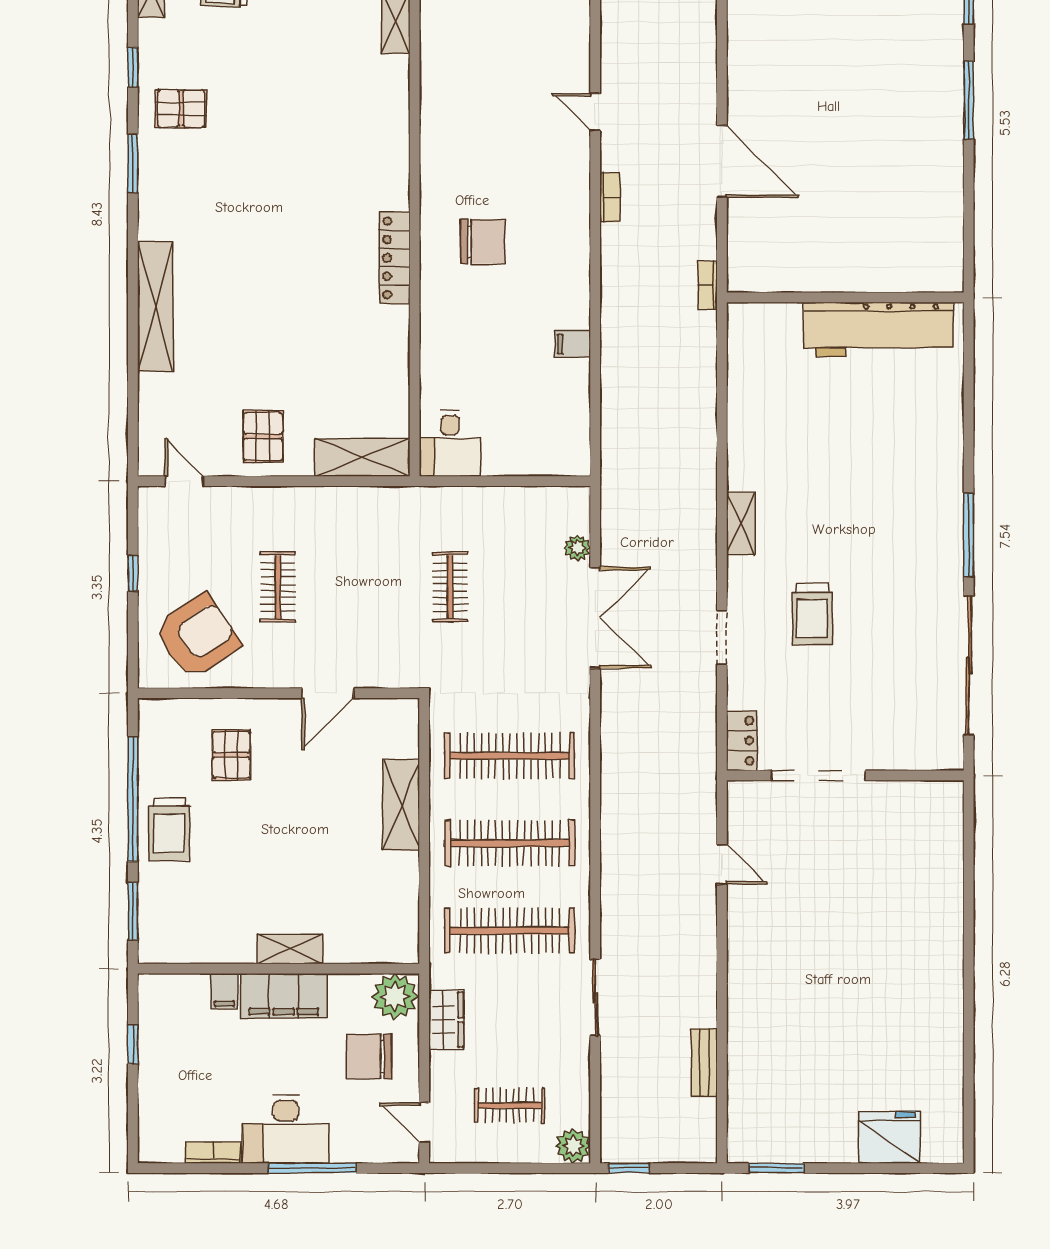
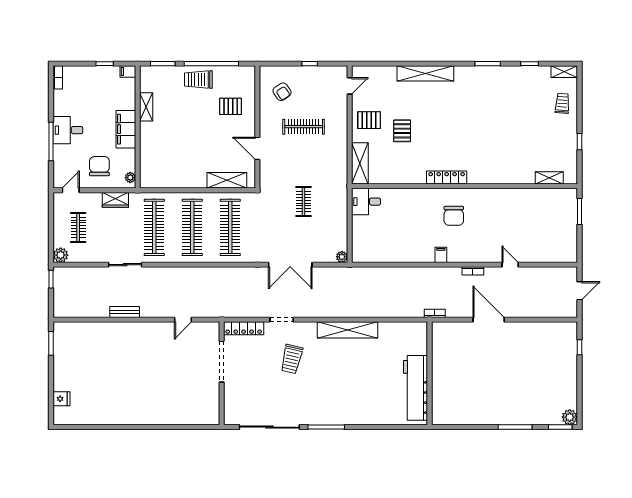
pallet: (181, 109) -> (402, 131), moved
door: (595, 112) -> (510, 265), hinge flipped
door: (722, 161) -> (489, 320), swing flipped
filing cabinet: (573, 344) -> (441, 255), moved
shelving: (741, 523) -> (348, 330), width x2.20, depth x1.33
plant: (577, 548) -> (342, 257), moved
clothes rail: (278, 587) -> (304, 127), width x1.36
clothes rail: (450, 587) -> (304, 202), turned 90
trolley: (812, 614) -> (292, 359), turned -77
armchair: (197, 636) -> (282, 92), width x0.53, depth x0.53
locker: (742, 741) -> (244, 328), width x1.53
shelving: (401, 805) -> (227, 180), moved
shelving: (290, 949) -> (146, 107), moved
filing cabinet: (224, 991) -> (128, 72), moved
plant: (395, 996) -> (130, 178), width x0.53, depth x0.53
bench: (704, 1063) -> (125, 312), moved
desk: (286, 1129) -> (68, 130), width x0.73
fridge: (889, 1137) -> (61, 399), width x0.53, depth x0.75
bookcase: (213, 1153) -> (58, 77), moved

